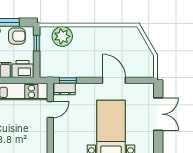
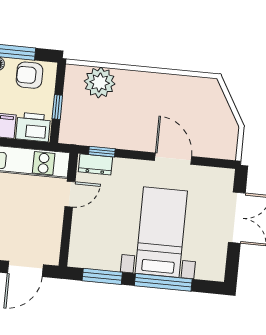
armchair: (17, 36) -> (29, 75), turned 180
window: (37, 43) -> (57, 107), moved

